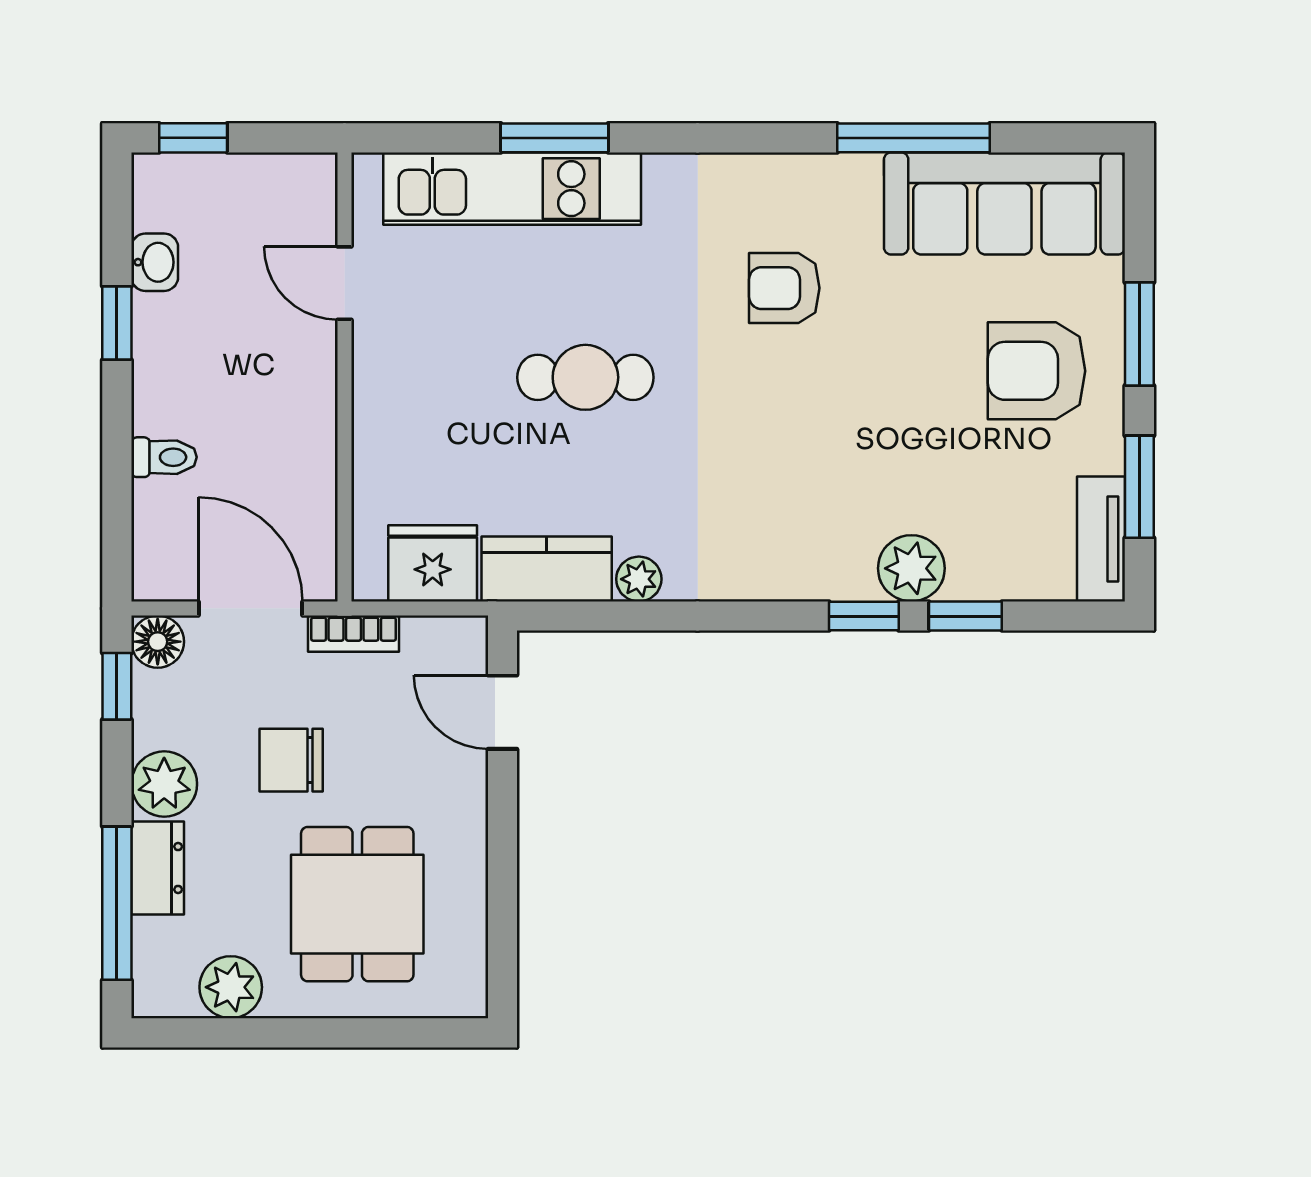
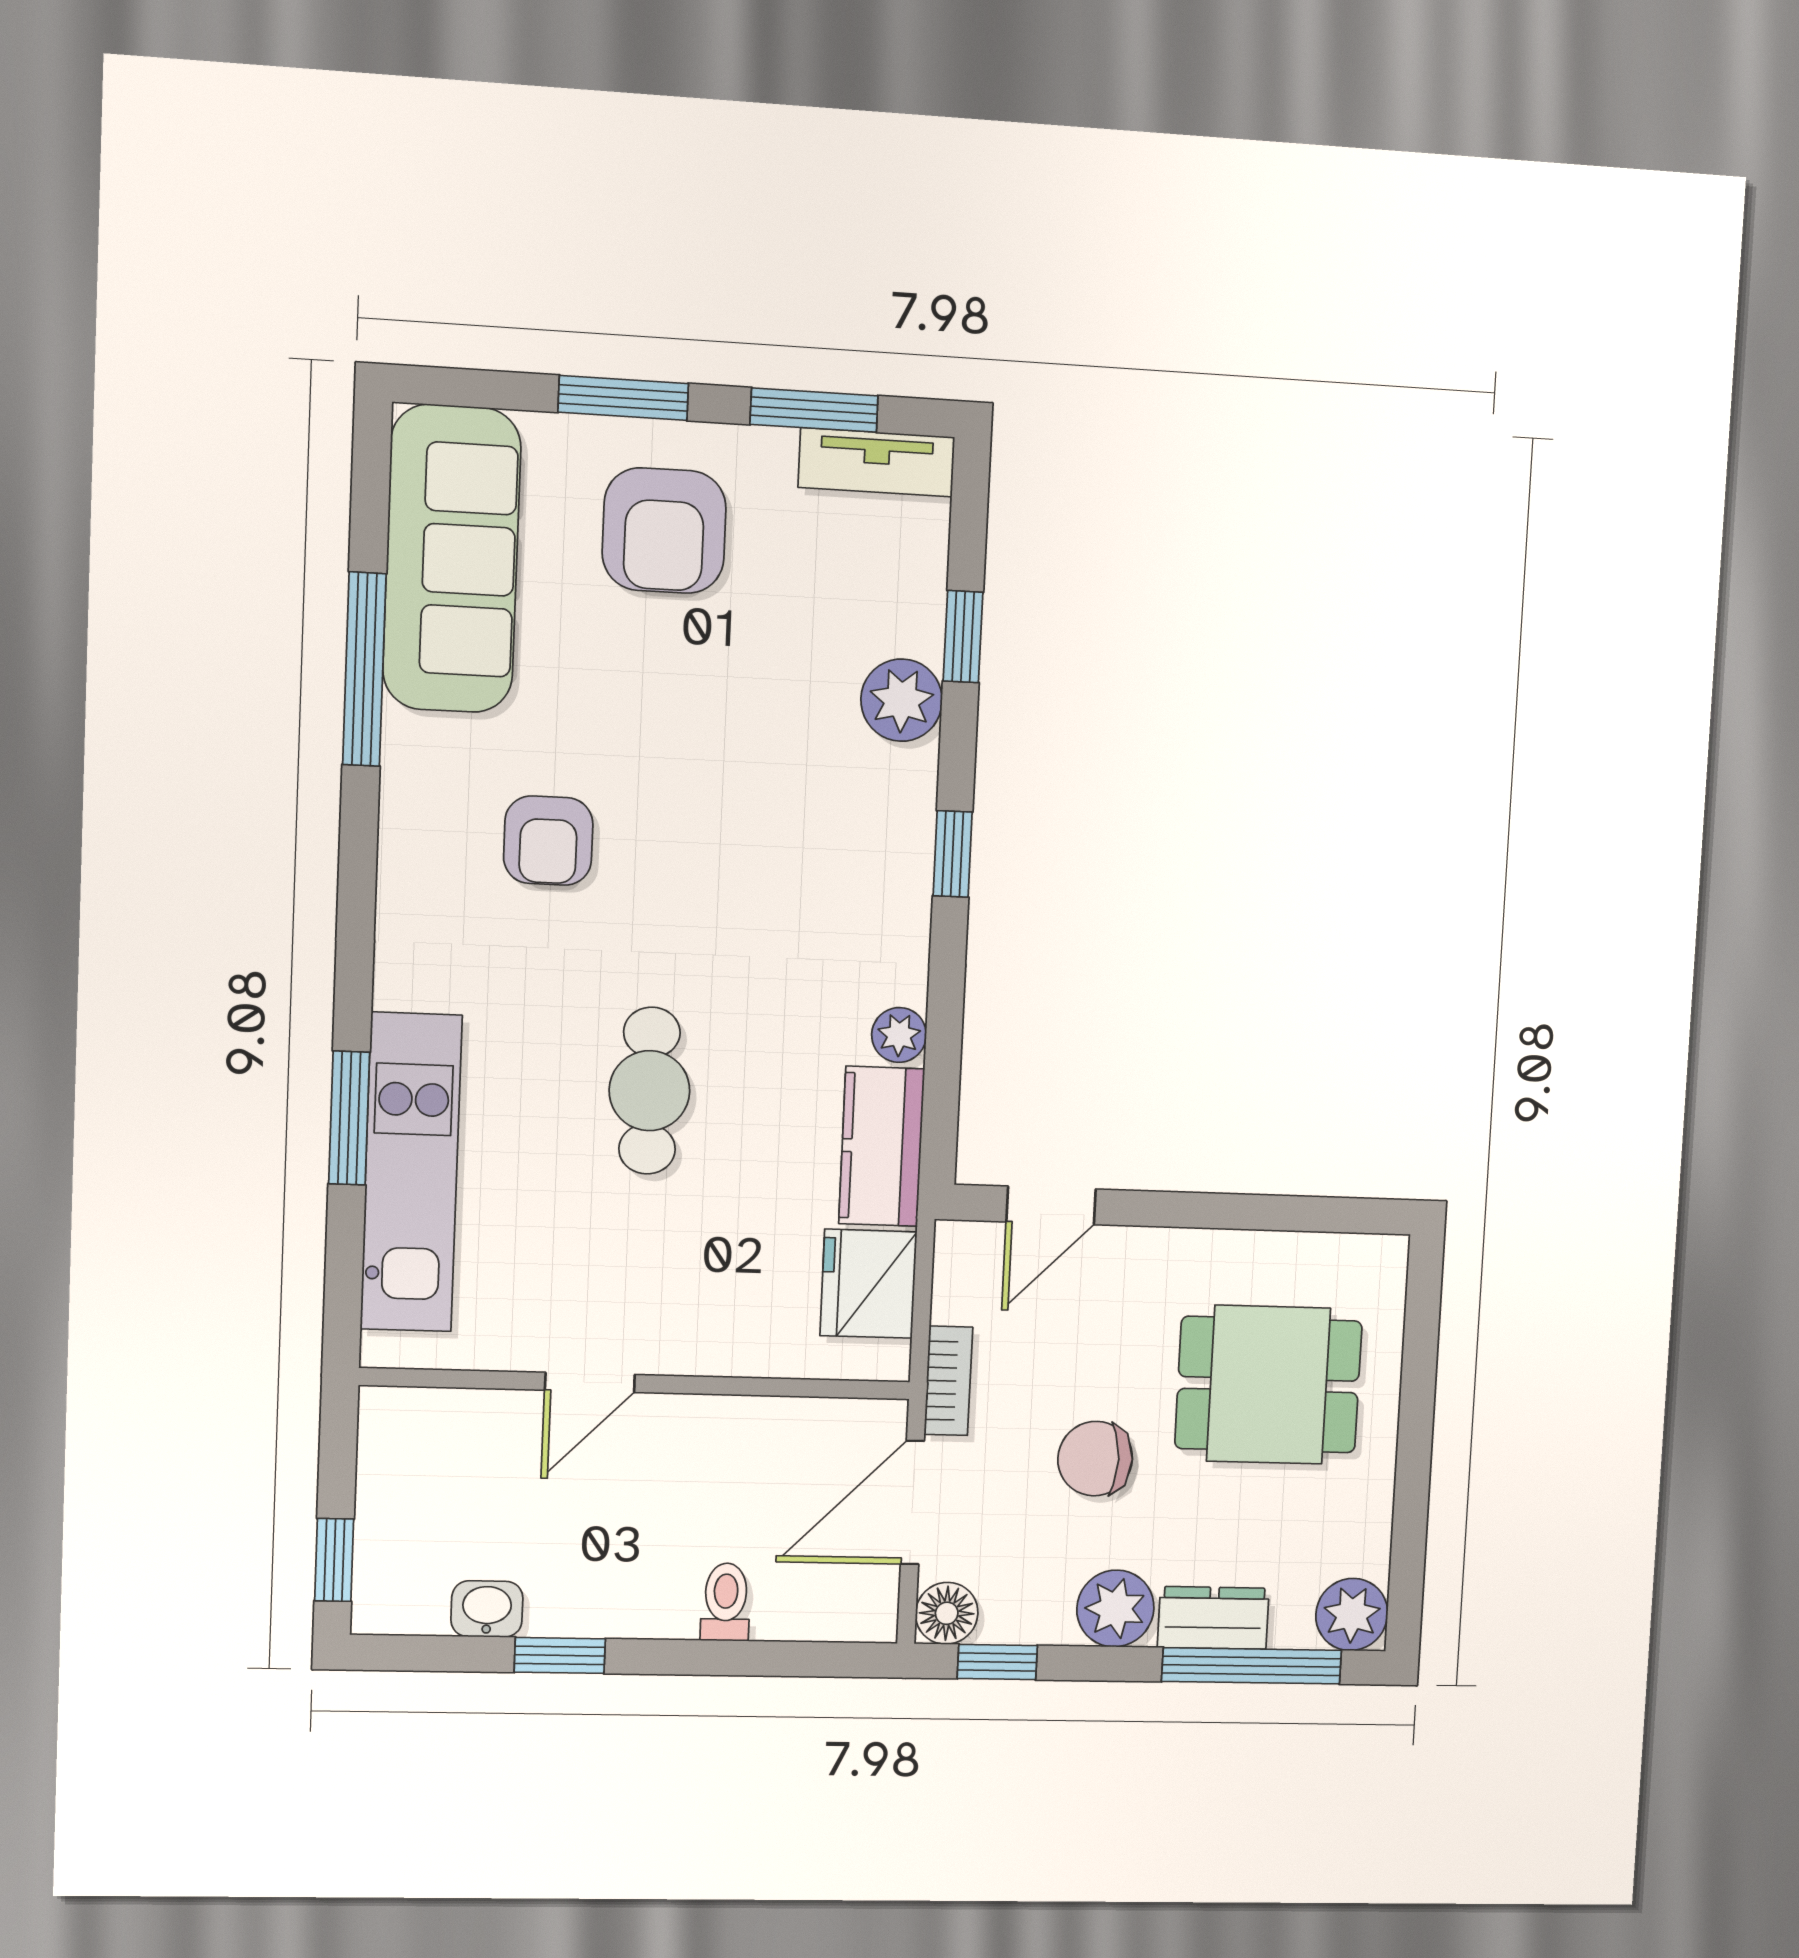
door: (344, 283) -> (590, 1382), moved
window: (864, 616) -> (953, 854), moved
chair: (291, 760) -> (1095, 1459), turned 90
plant: (231, 987) -> (1352, 1614), moved

